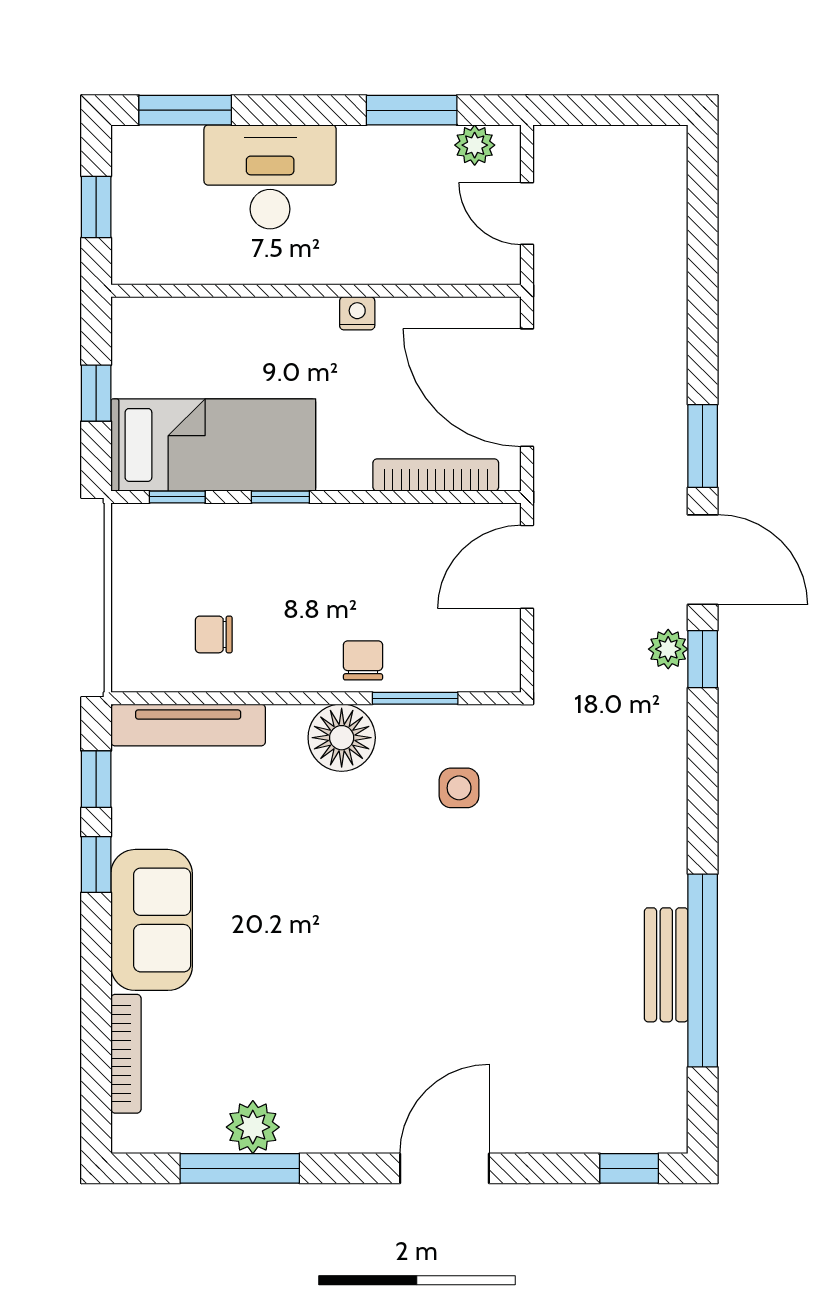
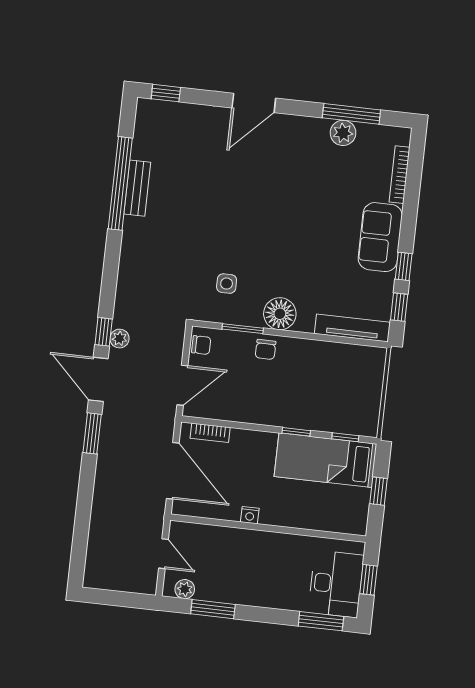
desk: (270, 177) -> (336, 584), moved, turned -90
bookcase: (436, 475) -> (210, 433), width x0.64
chair: (214, 634) -> (201, 345), moved

